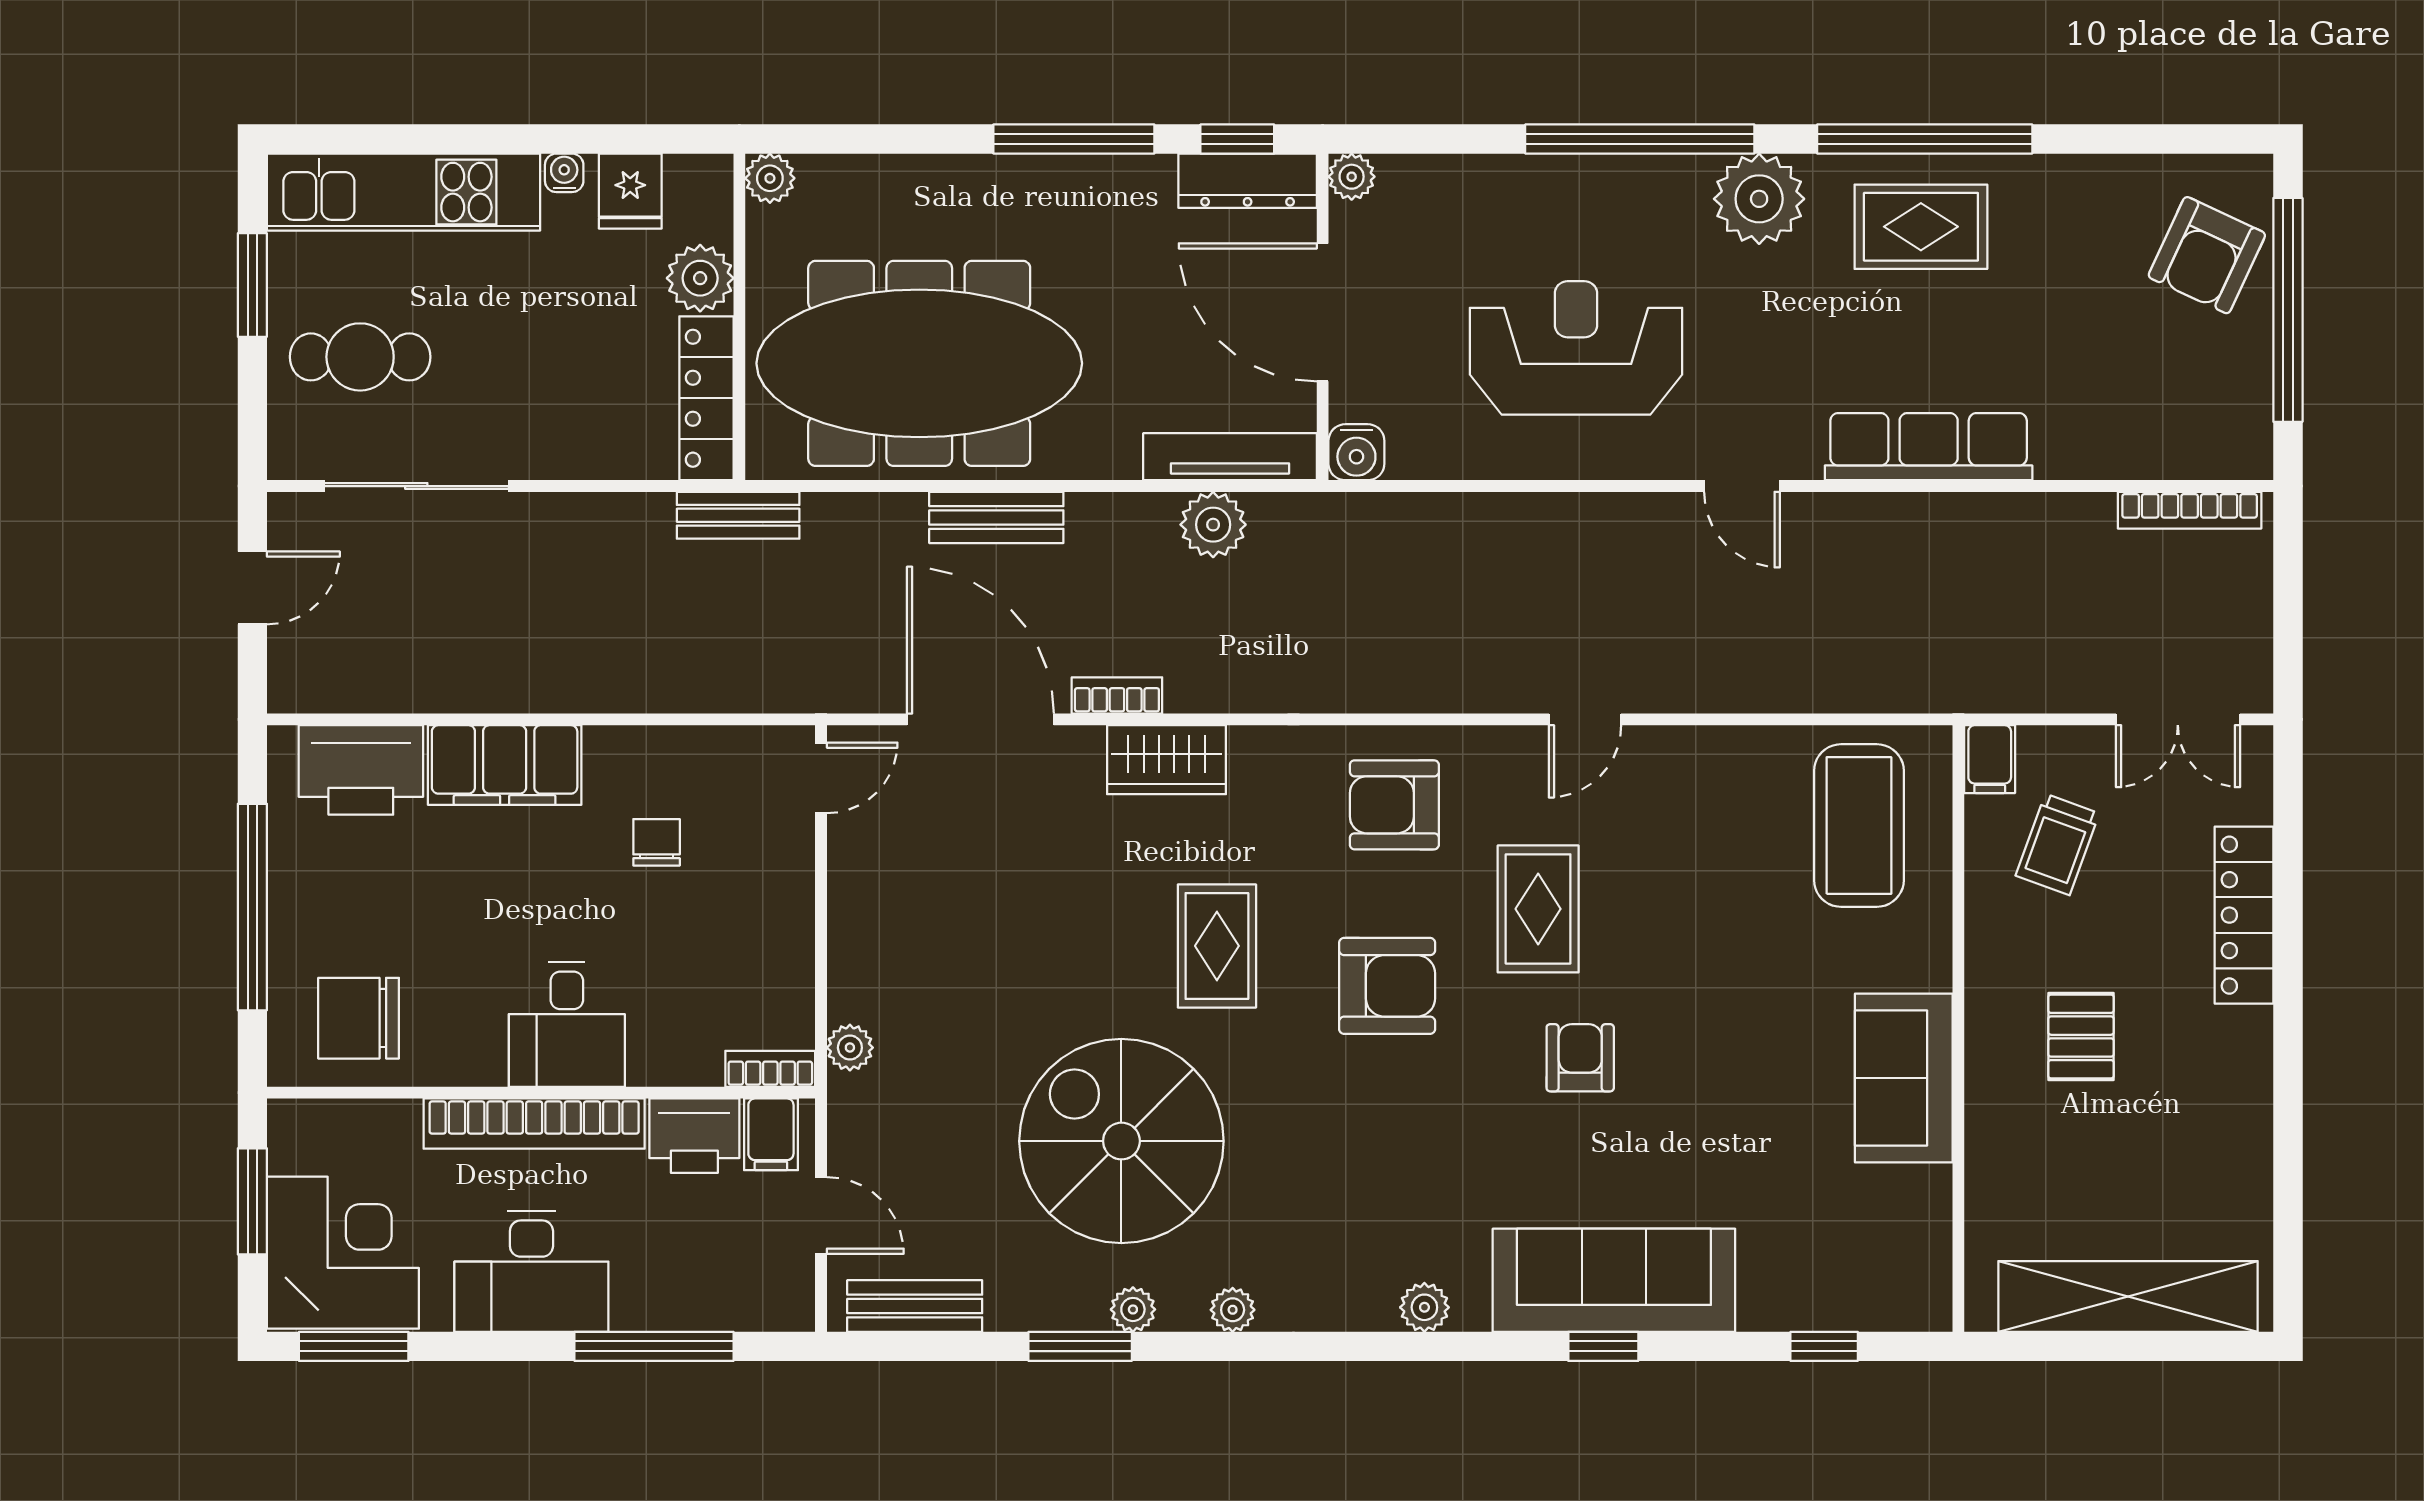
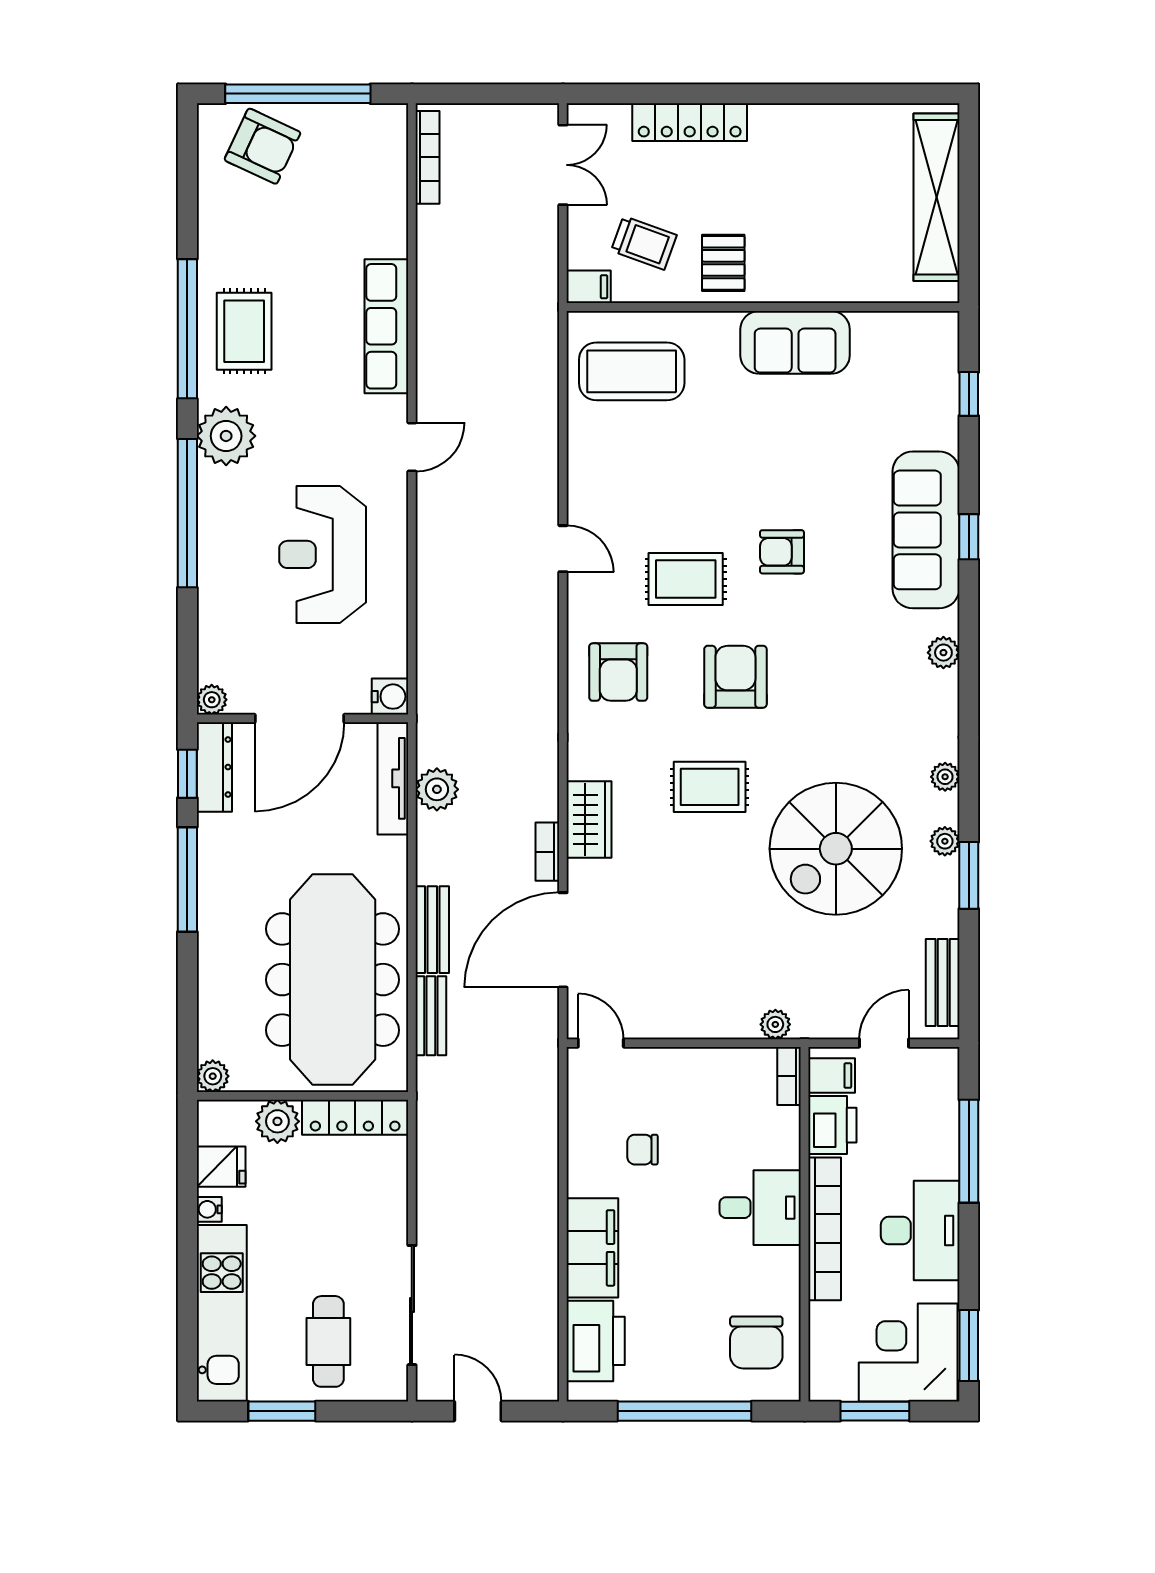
bench: (738, 515) -> (431, 1016), moved
pallet: (2081, 1037) -> (723, 263), moved, turned 90

